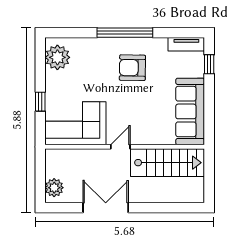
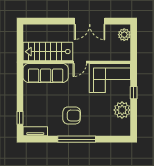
plant: (57, 57) -> (122, 110), moved
sofa: (190, 111) -> (46, 73), moved, turned 90

